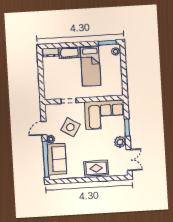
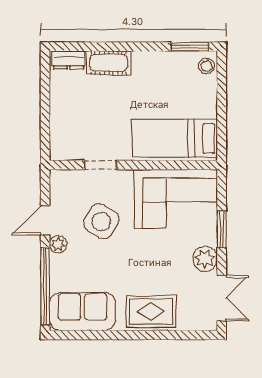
bed: (91, 66) -> (175, 138), moved, turned 90
sofa: (57, 159) -> (83, 312), moved, turned -90

